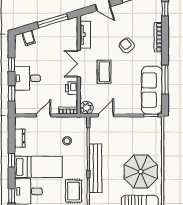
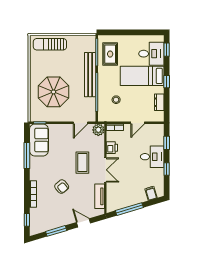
sofa: (152, 90) -> (39, 140), width x0.73
parasol: (141, 172) -> (53, 92), moved

